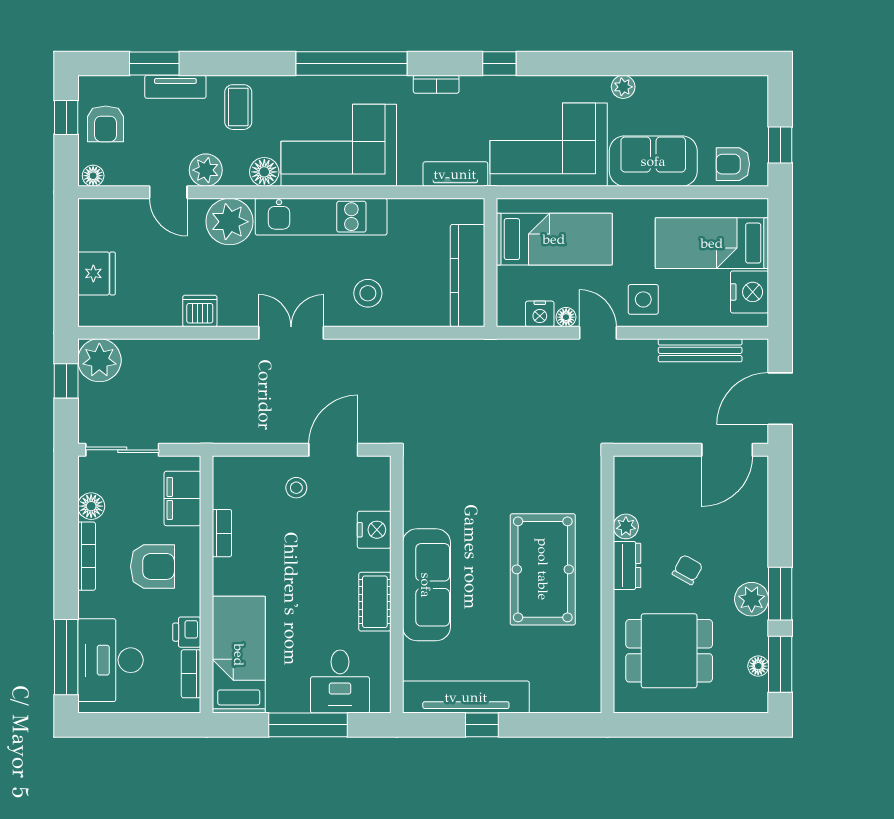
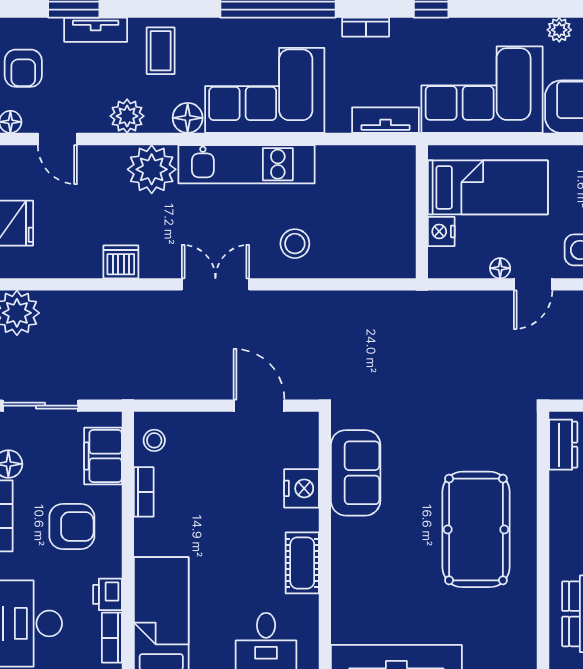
door: (168, 192) -> (57, 139), moved
kitchen counter: (468, 276) -> (398, 225), removed
nightstand: (540, 314) -> (441, 231), moved, turned 90
door: (598, 333) -> (533, 284), swing flipped
door: (333, 450) -> (259, 406), hinge flipped
stool: (296, 488) -> (154, 440), moved
plant: (626, 526) -> (562, 485), removed
dresser: (627, 565) -> (563, 445), moved
sofa: (426, 585) -> (356, 473), moved, width x0.73

